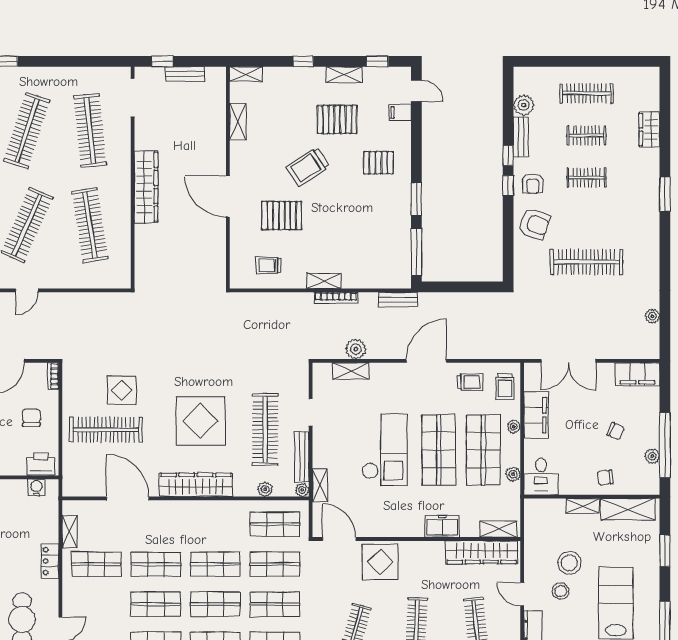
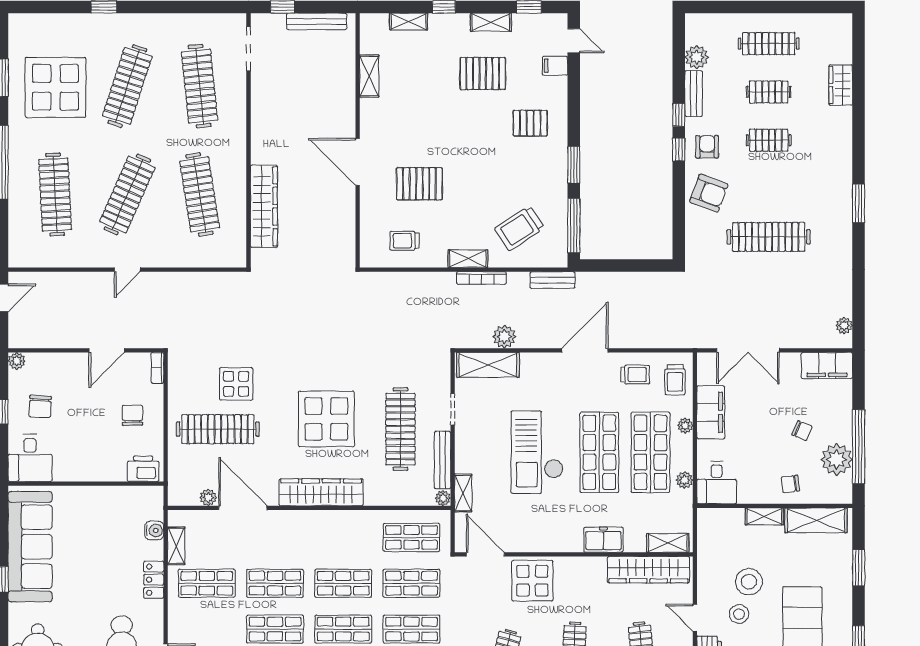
bench: (185, 74) -> (317, 21), width x1.36
shelving: (246, 74) -> (408, 21), moved
trolley: (308, 167) -> (519, 228), moved
armchair: (533, 183) -> (707, 147), turned 180
wardrobe: (146, 187) -> (264, 206), moved
window: (665, 194) -> (859, 203), moved
plant: (652, 316) -> (844, 326), moved
shelving: (351, 371) -> (488, 365), width x1.50, depth x1.33
checkout: (384, 450) -> (537, 452), turned 180
plant: (652, 456) -> (837, 459), width x1.88, depth x1.88
water cooler: (36, 487) -> (154, 530), moved, turned 90
plant: (265, 489) -> (208, 497), moved

